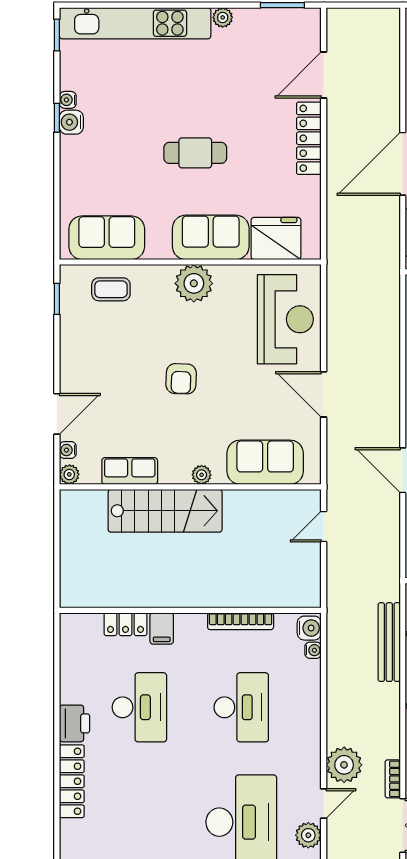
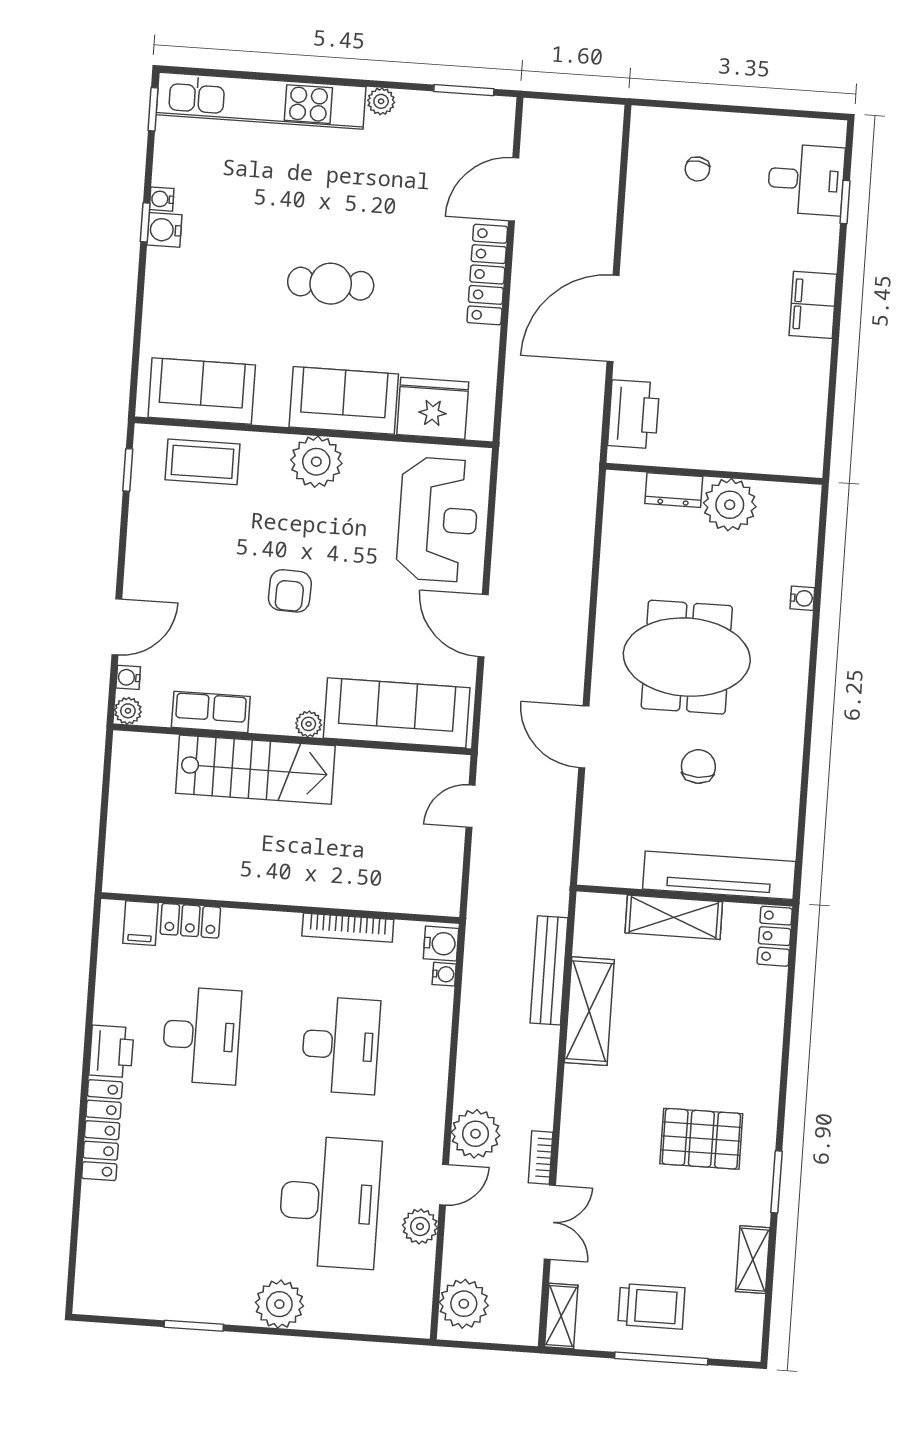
coffee table: (111, 289) -> (203, 462), width x1.36, depth x1.30
sofa: (265, 462) -> (397, 713), width x1.36
filing cabinet: (162, 628) -> (140, 923), moved

